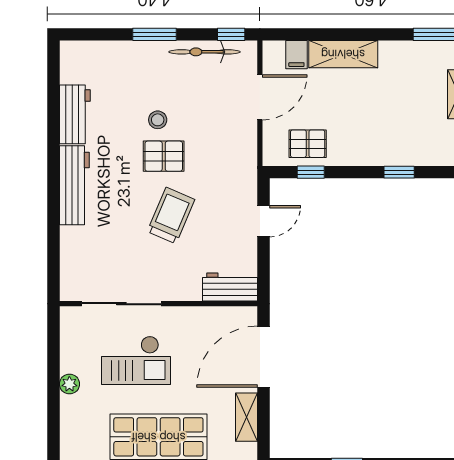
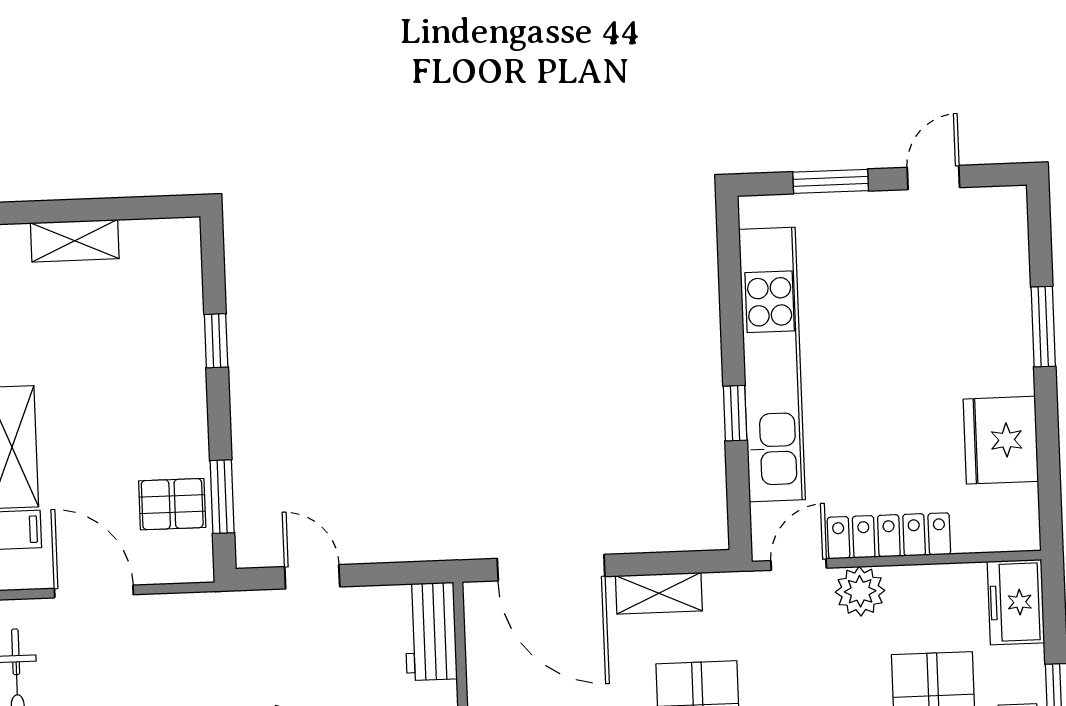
pallet: (308, 144) -> (172, 504), turned 90
window: (311, 172) -> (222, 497), width x1.50

